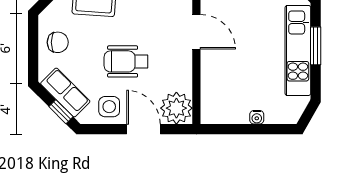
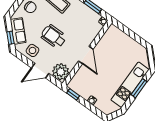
door: (196, 32) -> (86, 55), moved
door: (144, 129) -> (40, 71), swing flipped
window: (221, 129) -> (73, 94), added

